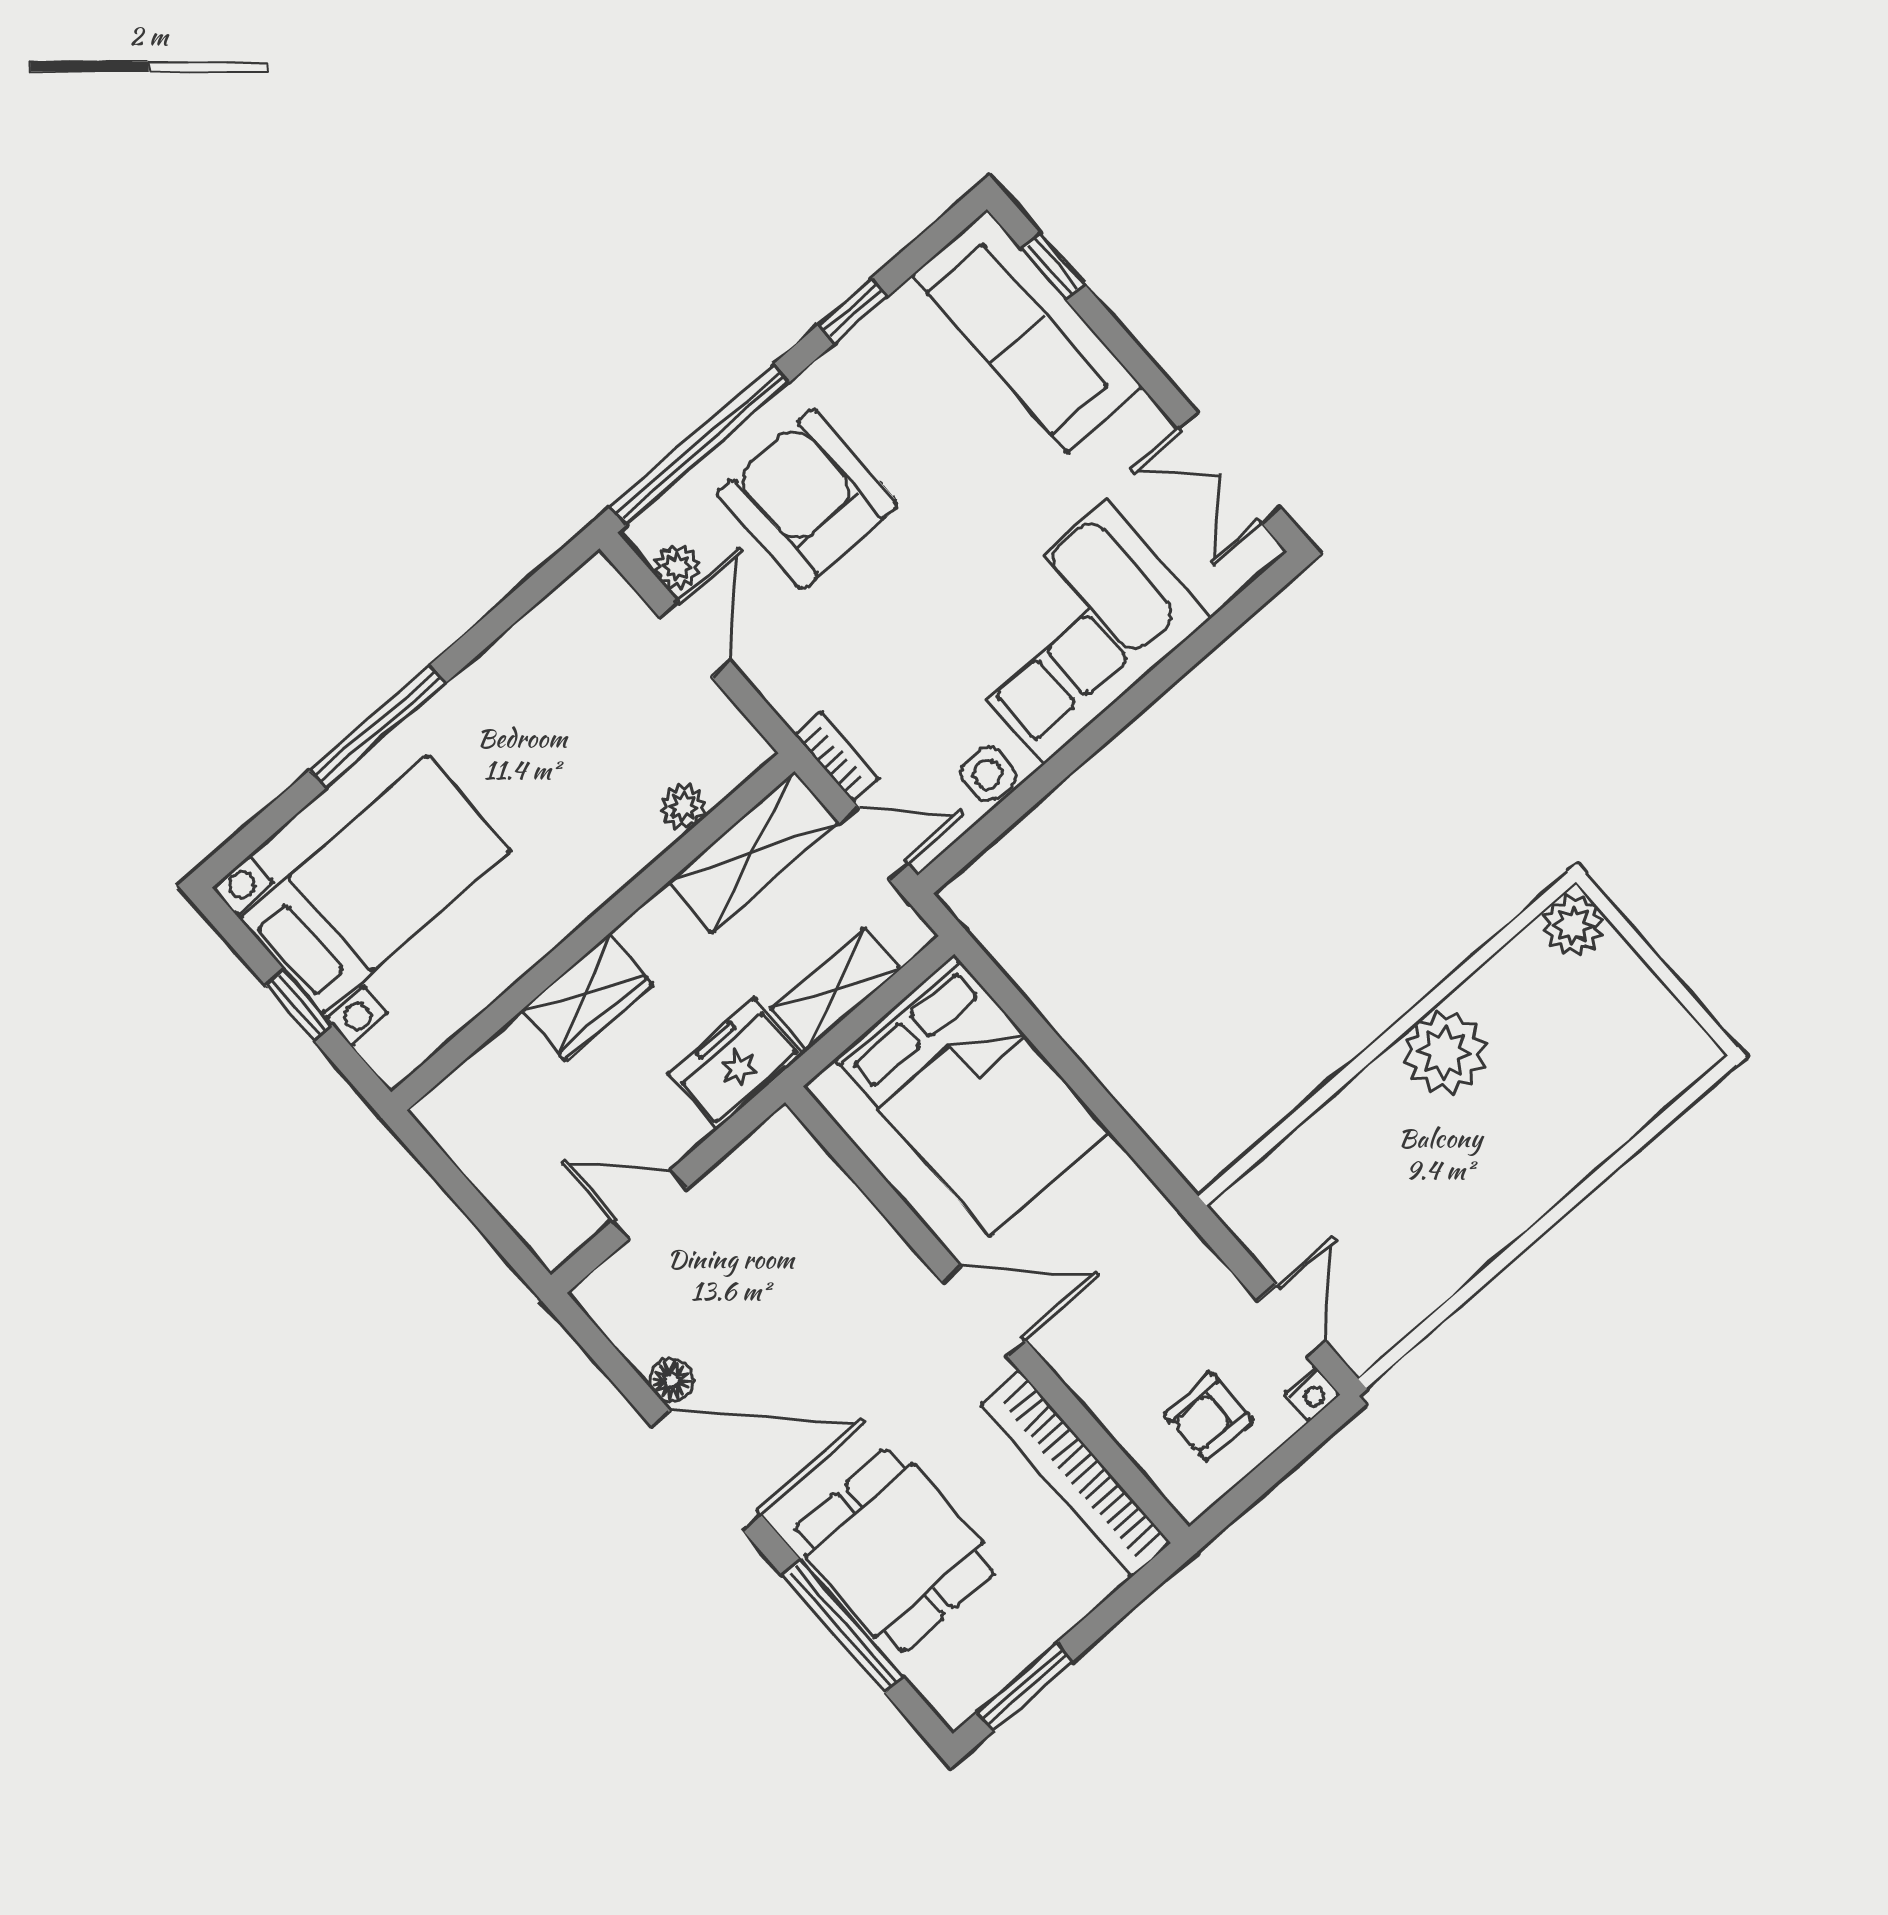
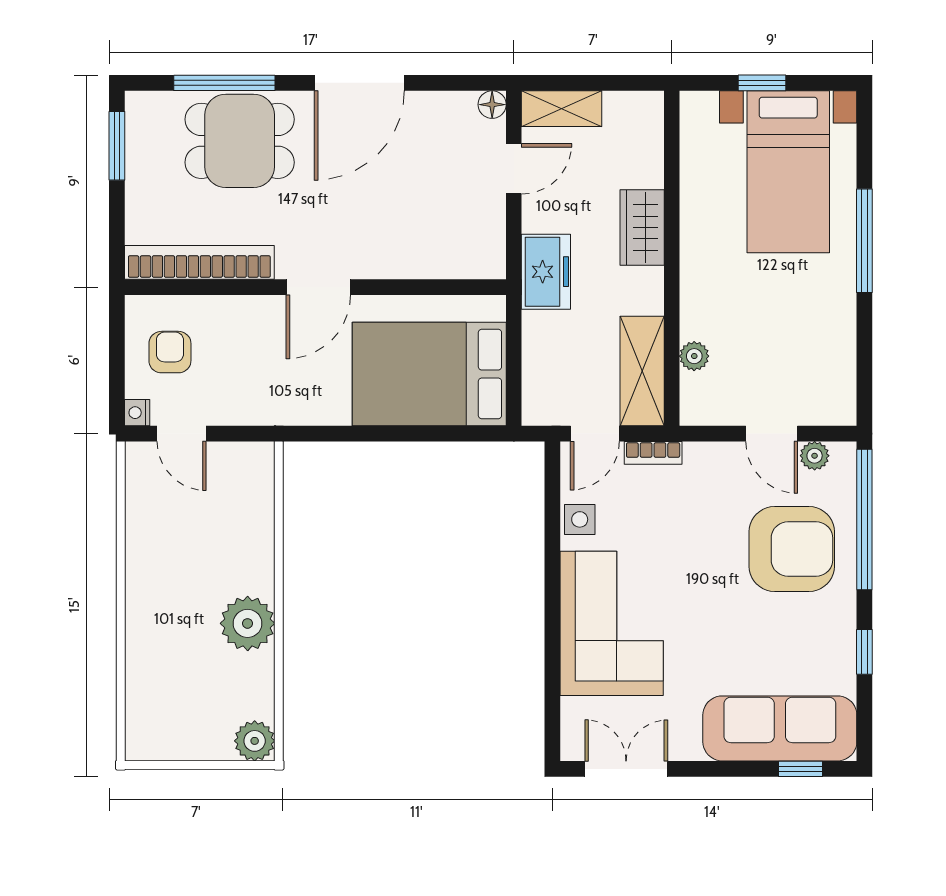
shelving: (836, 989) -> (562, 109), moved, turned 90
floor lamp: (671, 1380) -> (492, 105), moved

